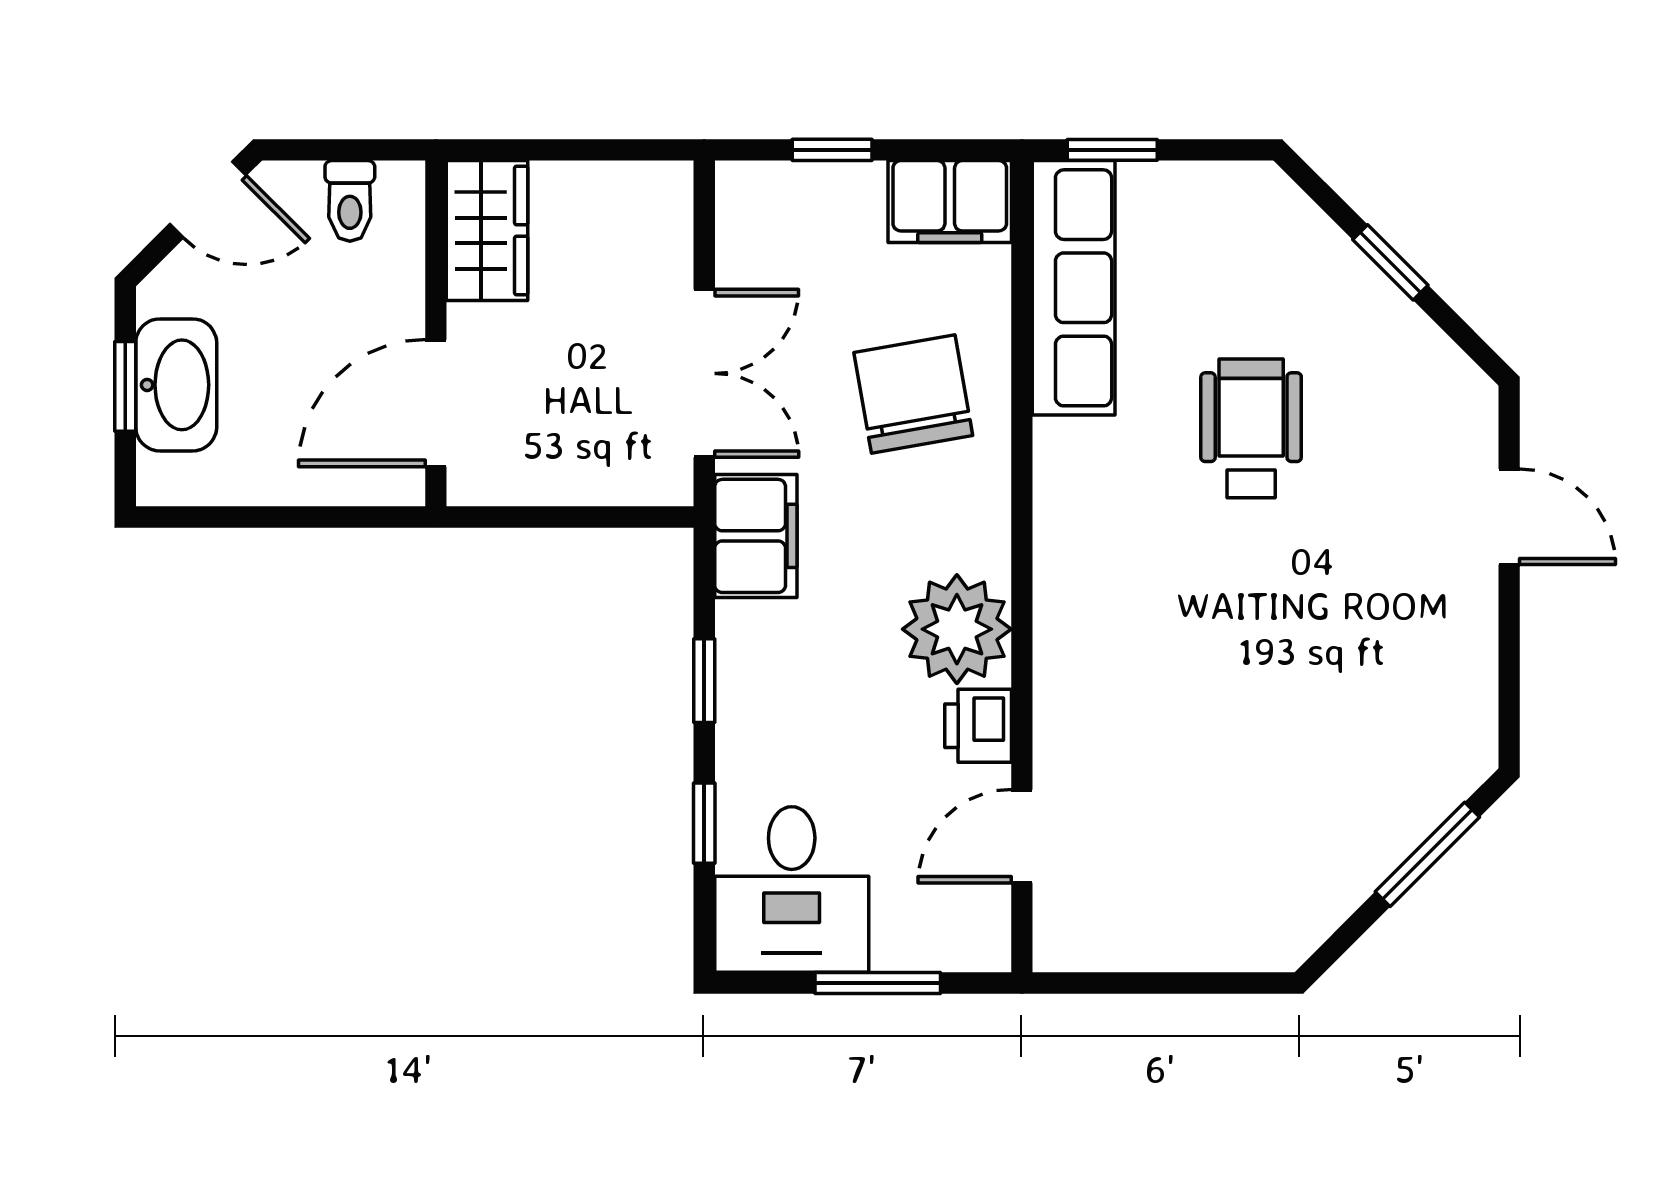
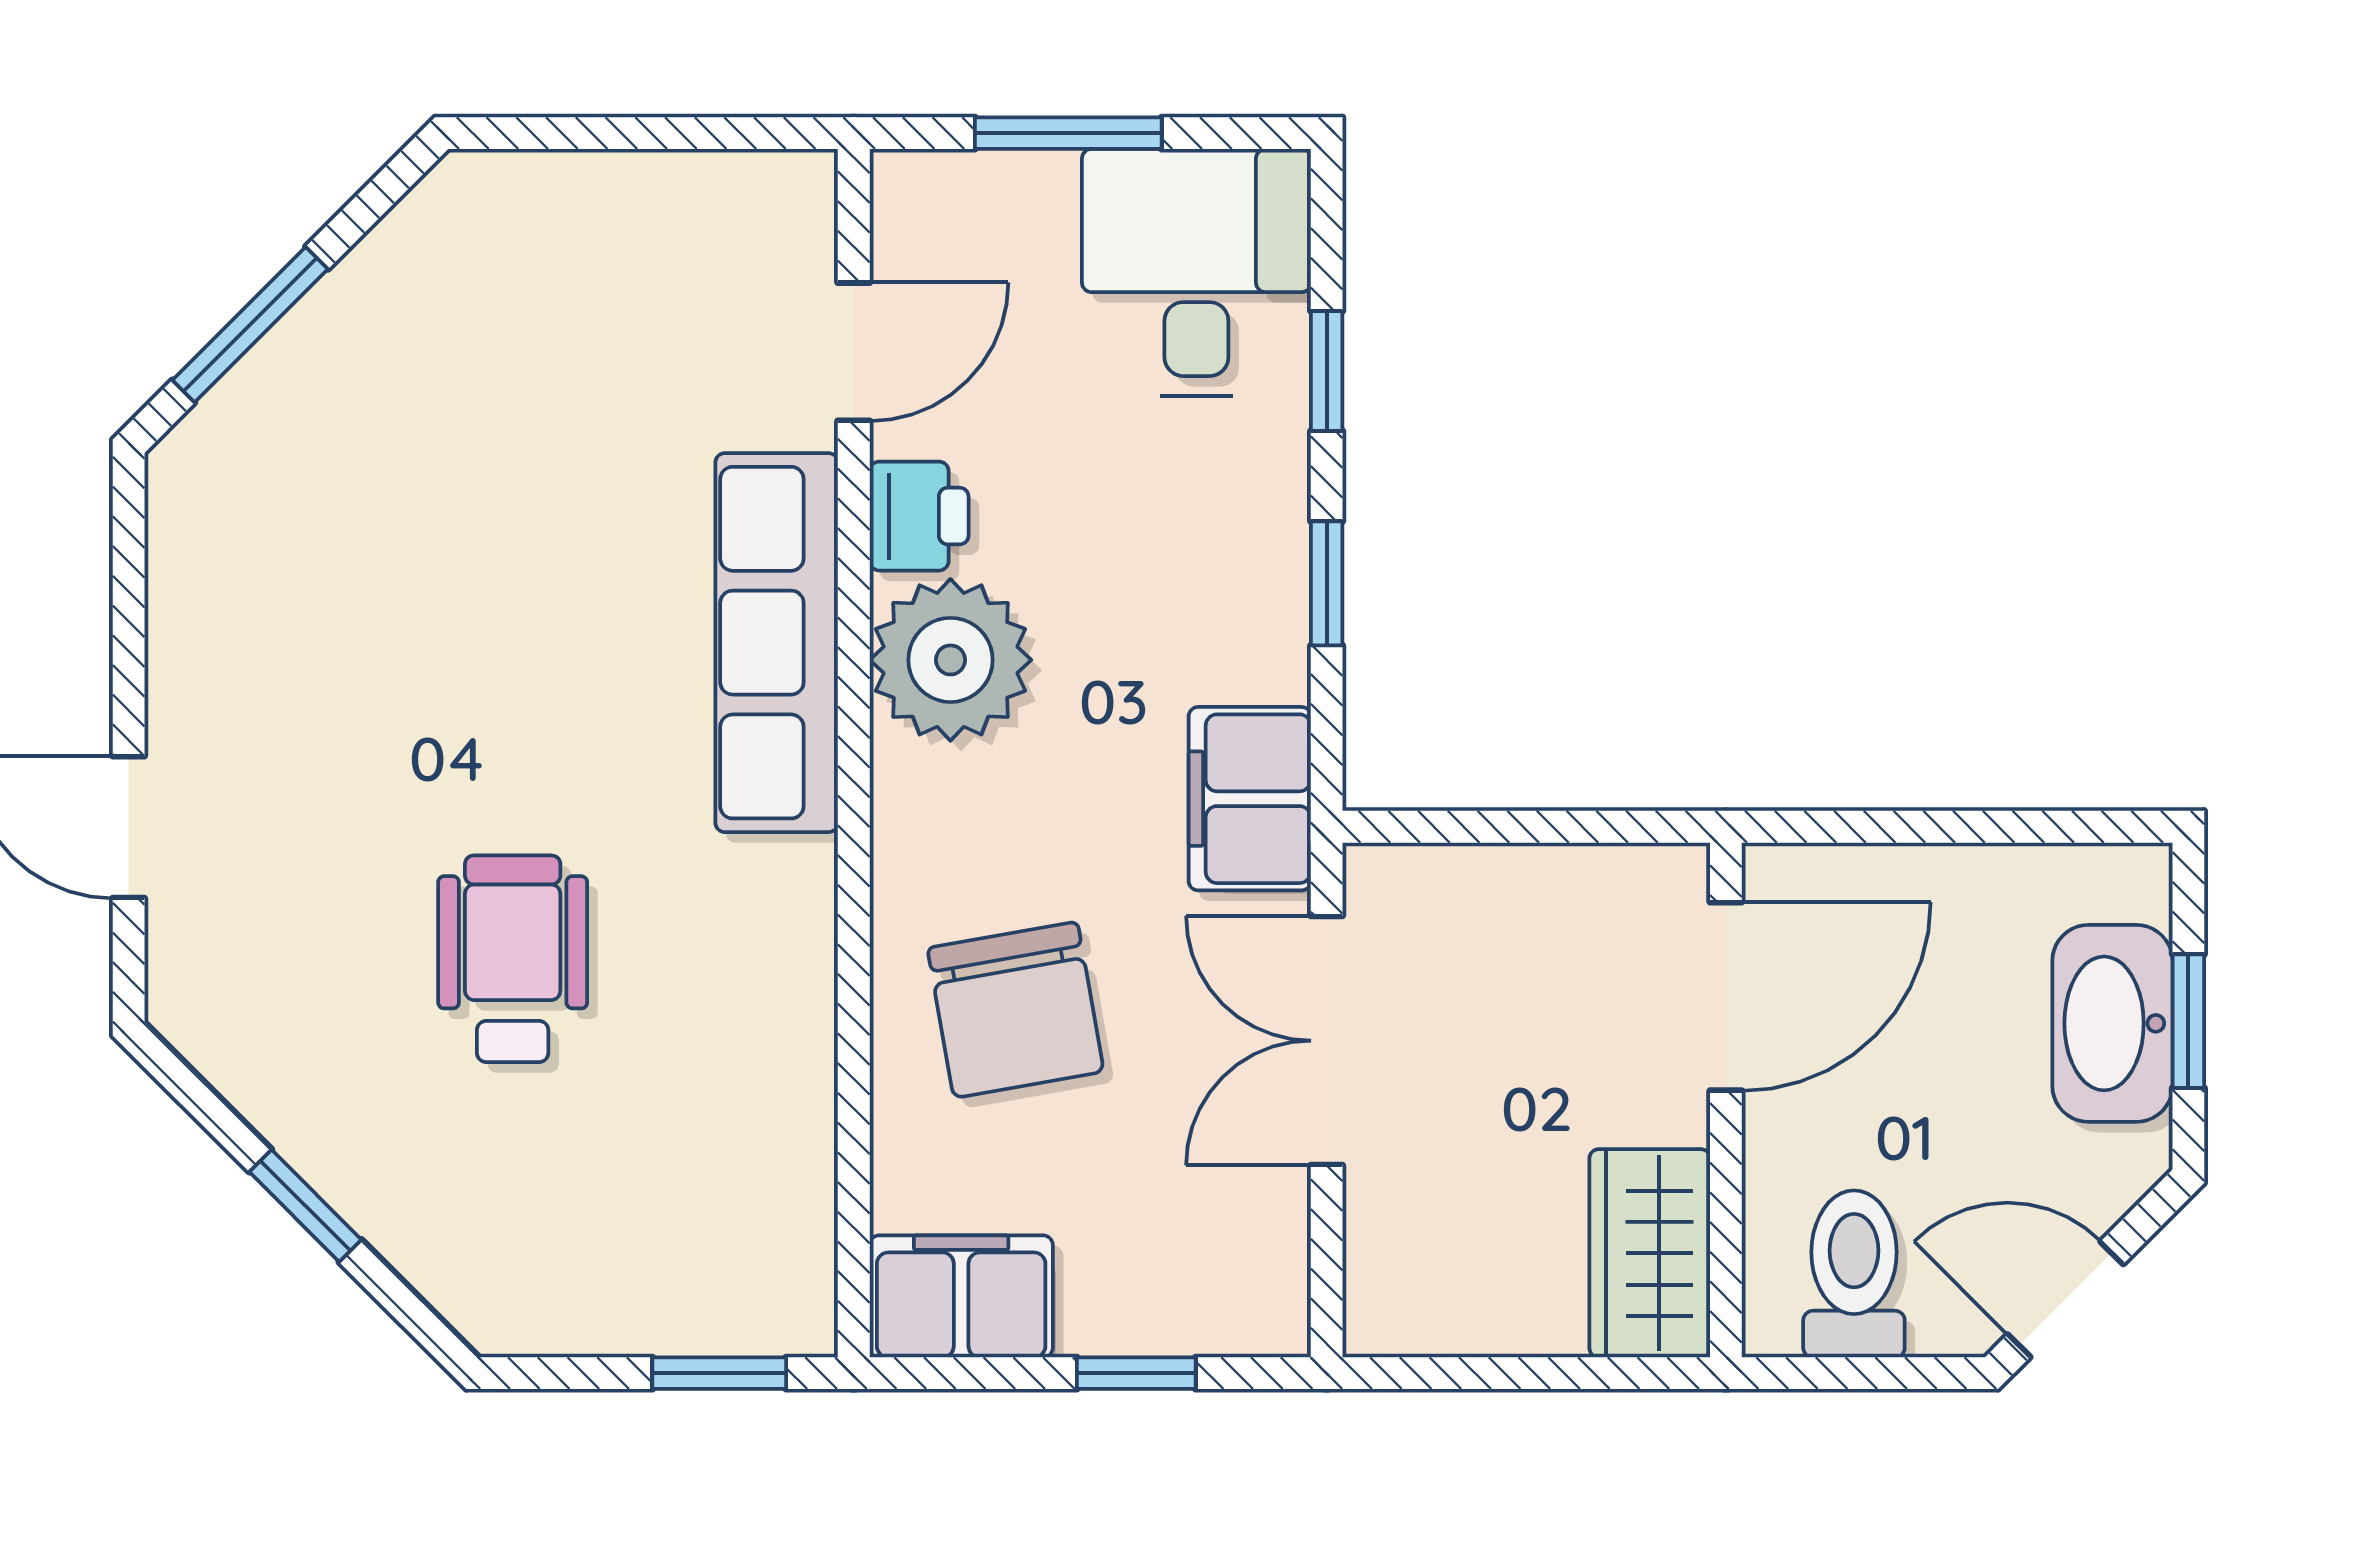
toilet: (350, 201) -> (1854, 1274), width x1.37, depth x1.39
row of seats: (1074, 288) -> (777, 643), moved
wheelchair: (1251, 428) -> (513, 959), turned 180

